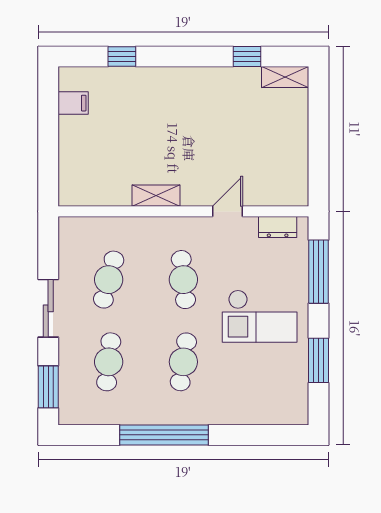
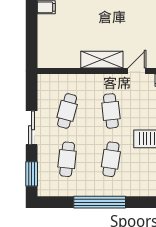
shelving: (156, 196) -> (102, 60), width x1.50, depth x1.33

